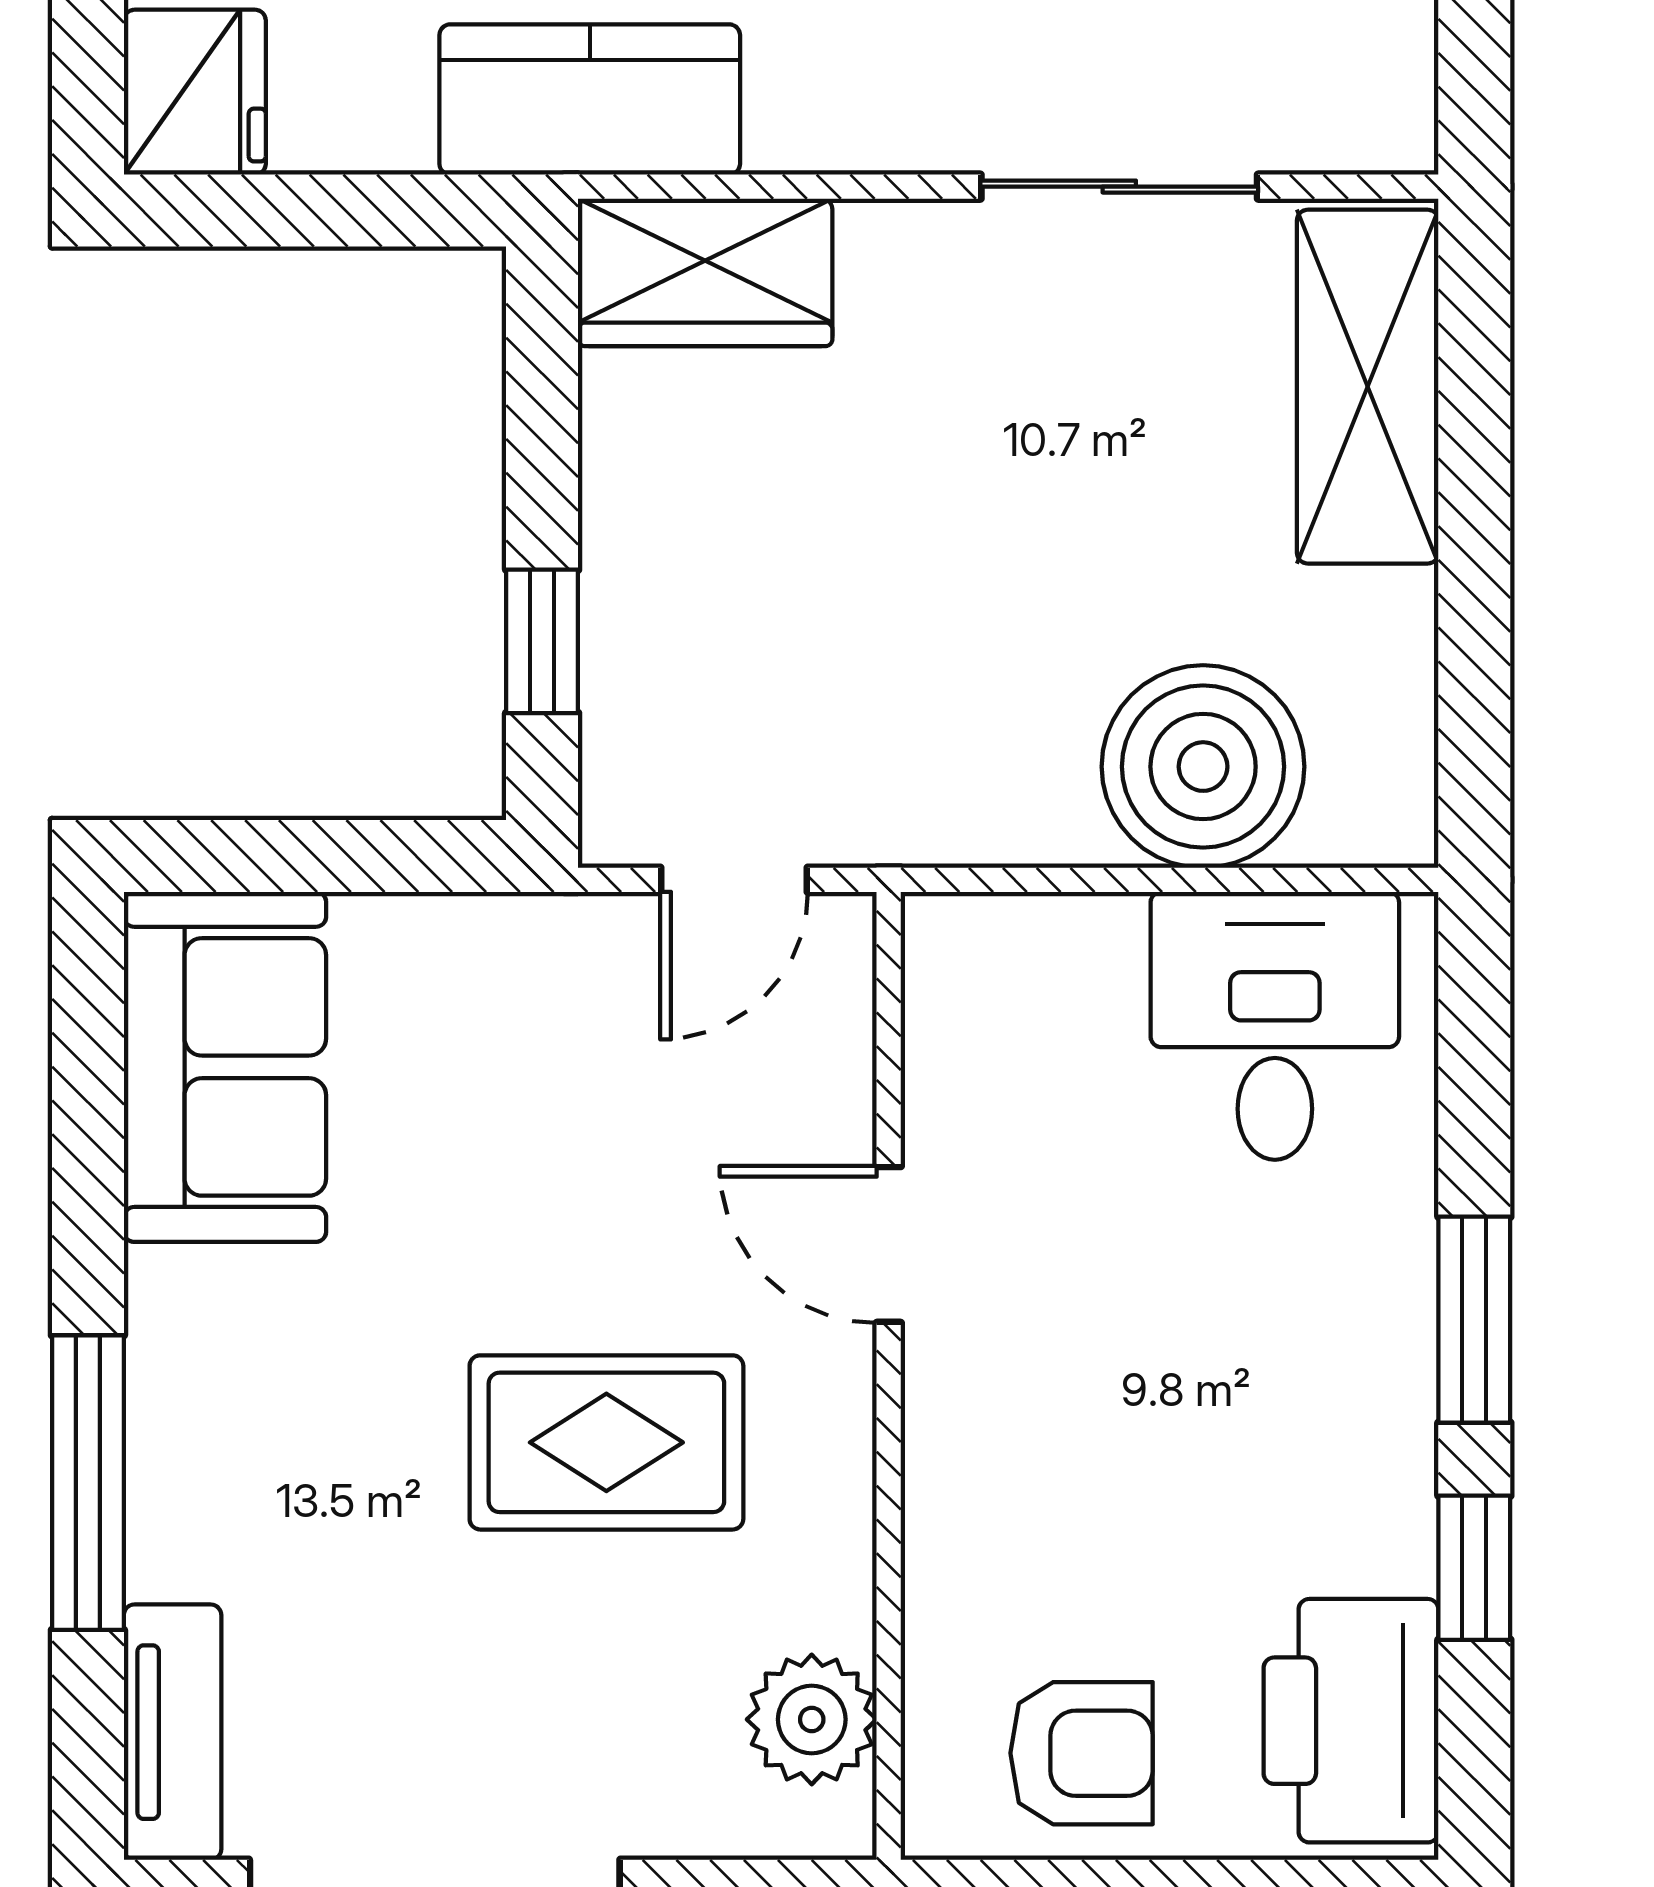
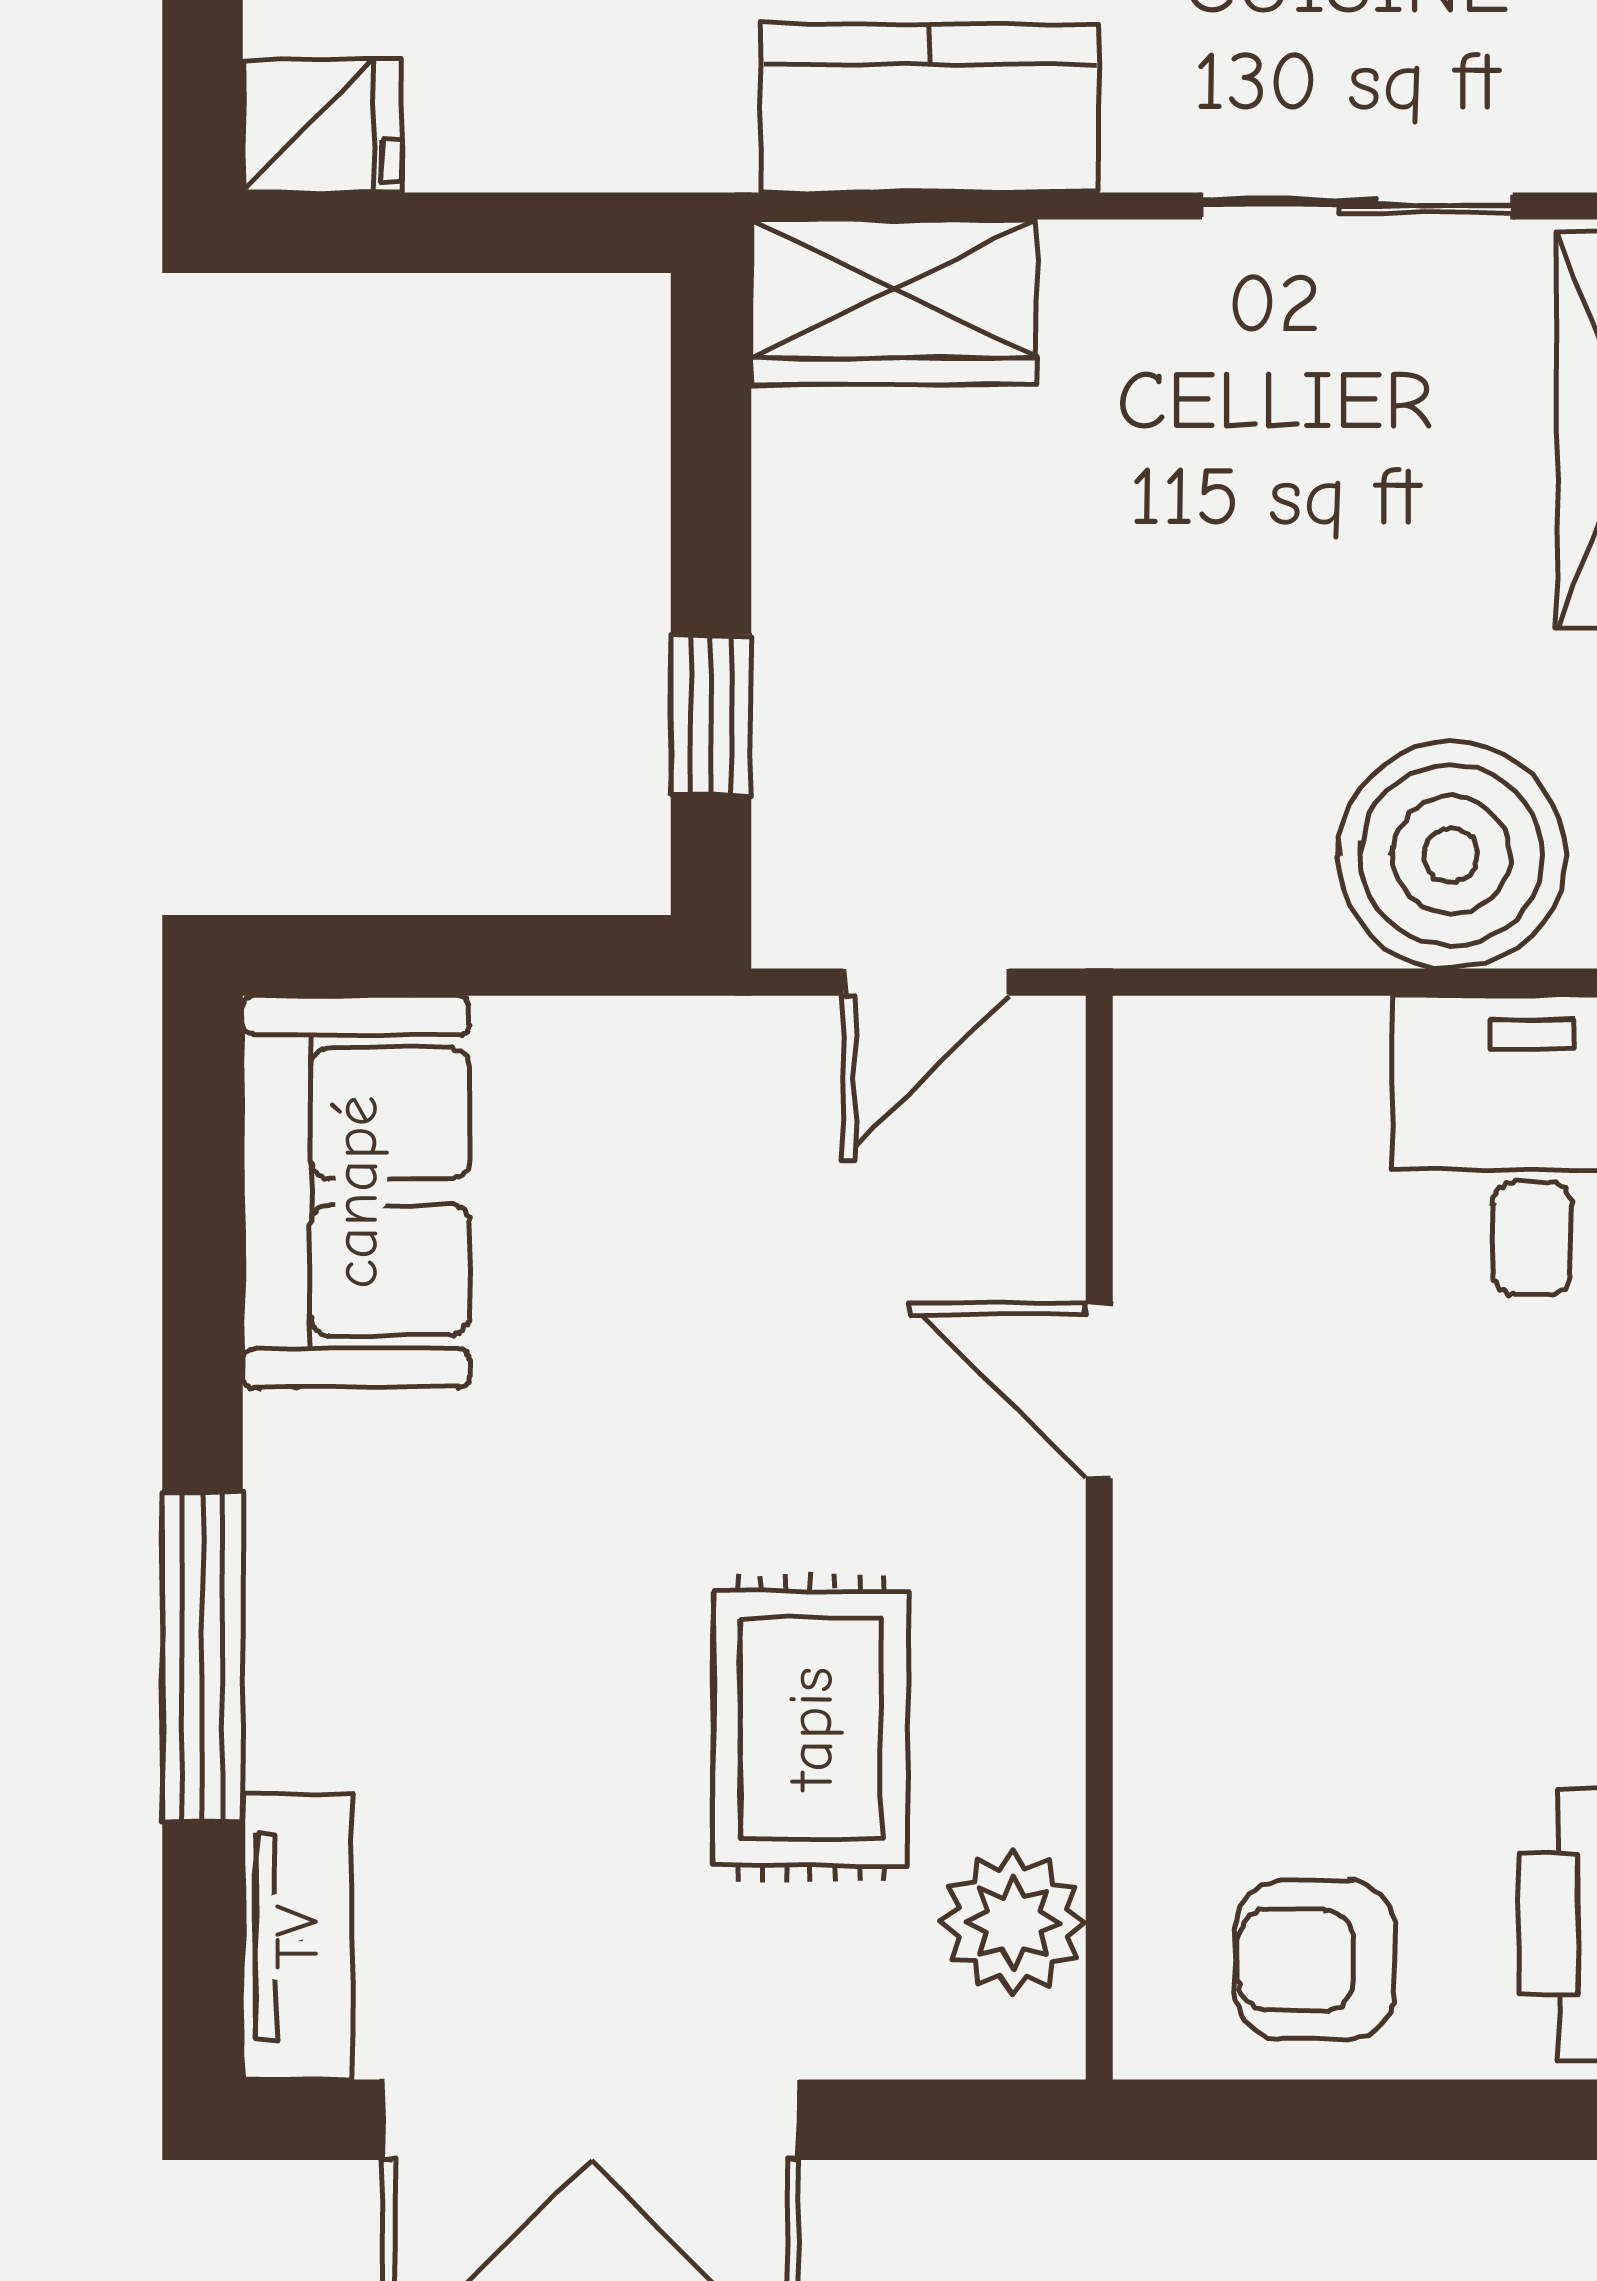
fridge: (195, 92) -> (322, 126), width x0.72
kitchen counter: (590, 99) -> (930, 108), moved
rug: (606, 1442) -> (811, 1728), moved, turned 90
armchair: (1082, 1753) -> (1315, 1960), turned 180

